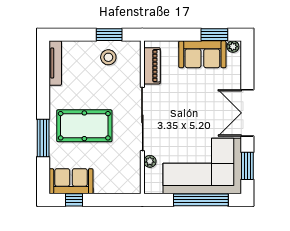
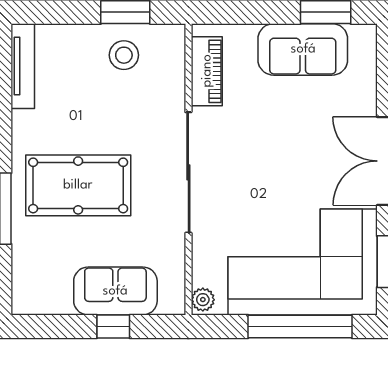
plant: (233, 47) -> (361, 35), removed
plant: (150, 161) -> (203, 300), moved
sofa: (71, 181) -> (115, 291), moved
window: (74, 200) -> (113, 326), moved

